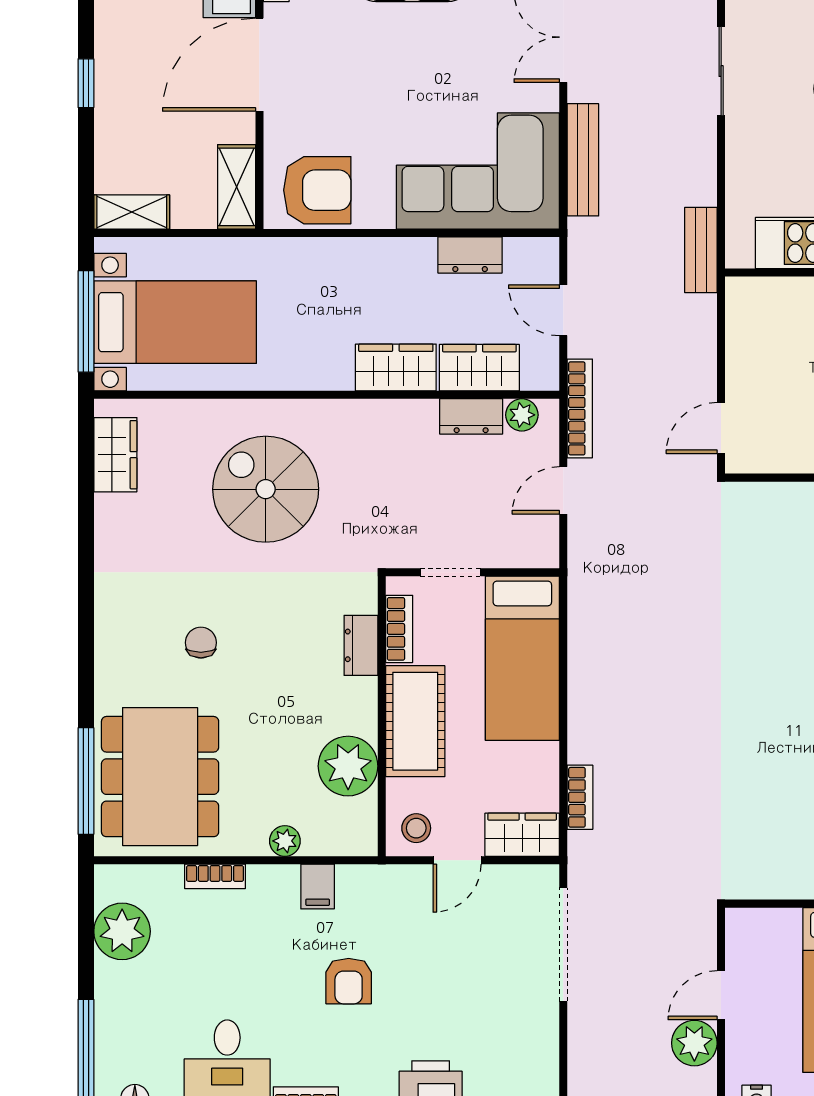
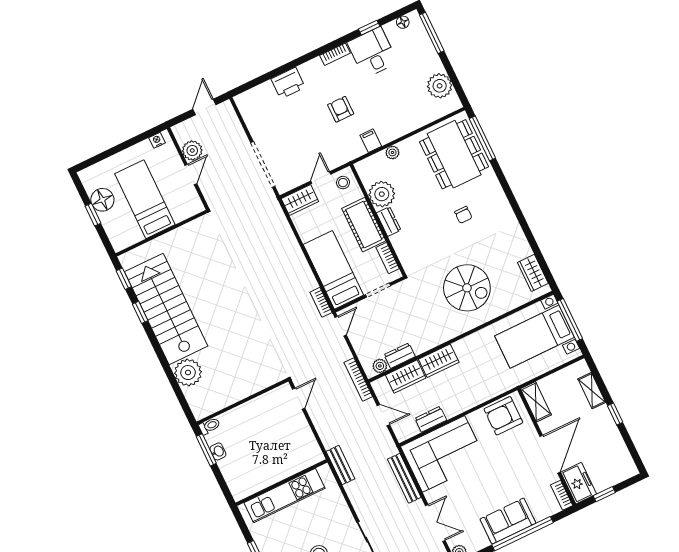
shelving: (132, 212) -> (592, 391), moved, turned 90
door: (563, 490) -> (341, 326), moved
dresser: (361, 645) -> (389, 221), moved
bookcase: (580, 797) -> (321, 302), moved
bookcase: (215, 876) -> (413, 125), removed

